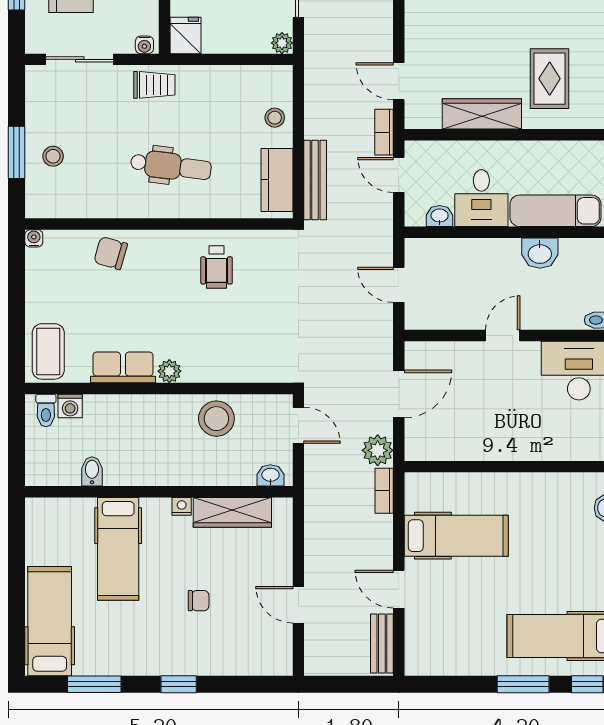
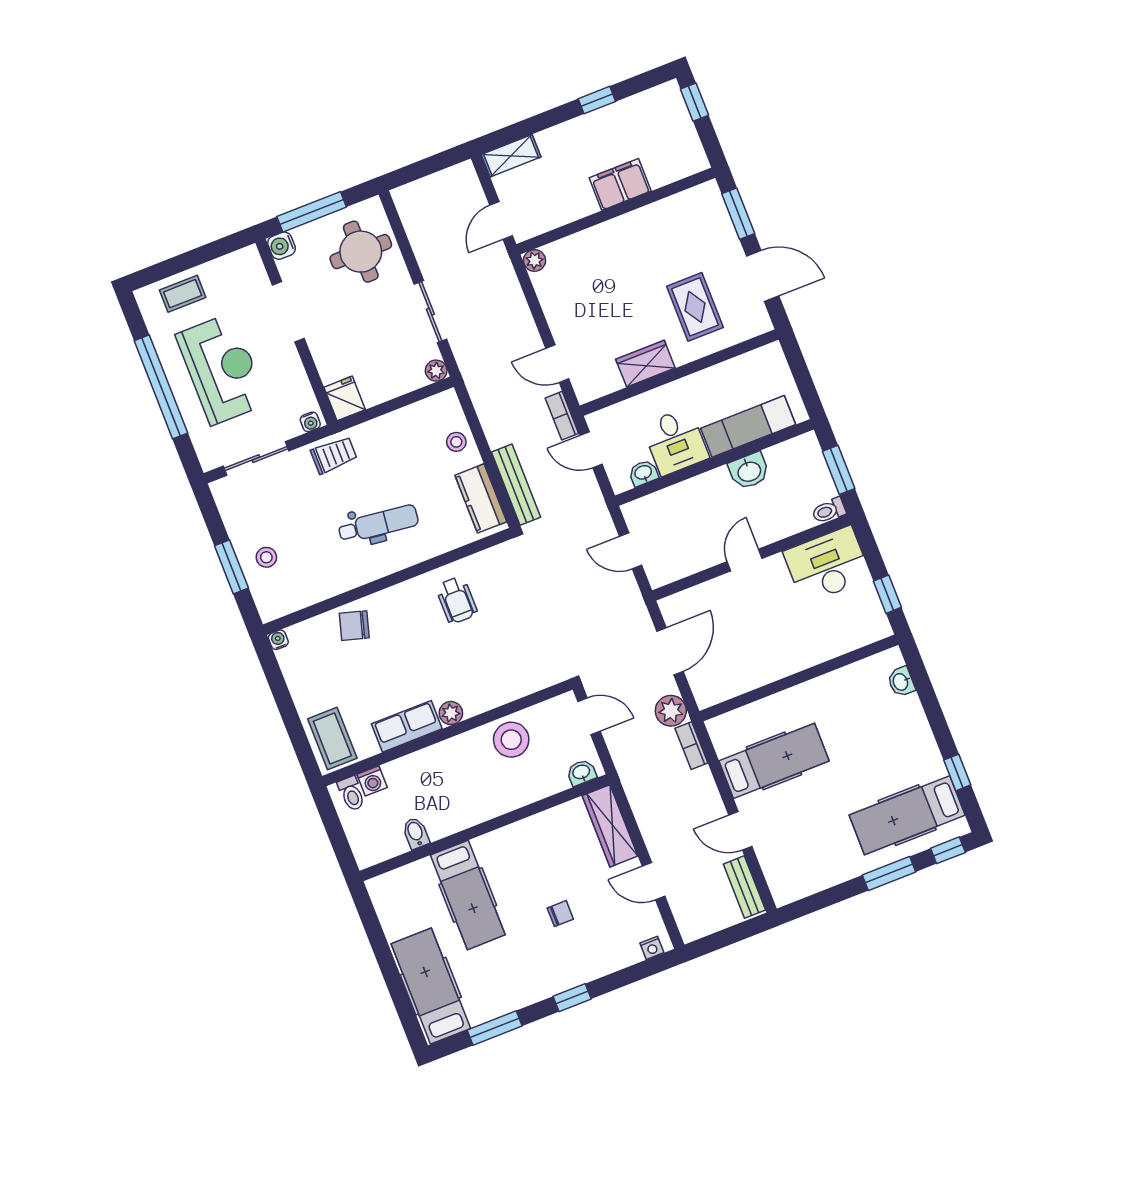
wardrobe: (482, 114) -> (645, 364), width x0.67
nightstand: (182, 506) -> (652, 948), moved, turned 180
wardrobe: (232, 512) -> (610, 826), moved, turned 90

